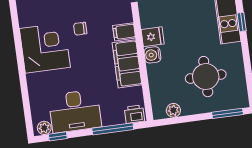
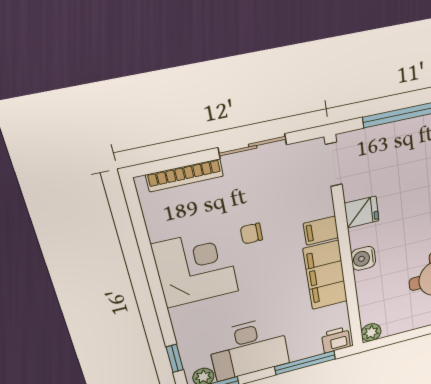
fridge: (153, 37) -> (362, 212), moved
plant: (173, 110) -> (371, 332), moved
window: (27, 111) -> (175, 358), added

